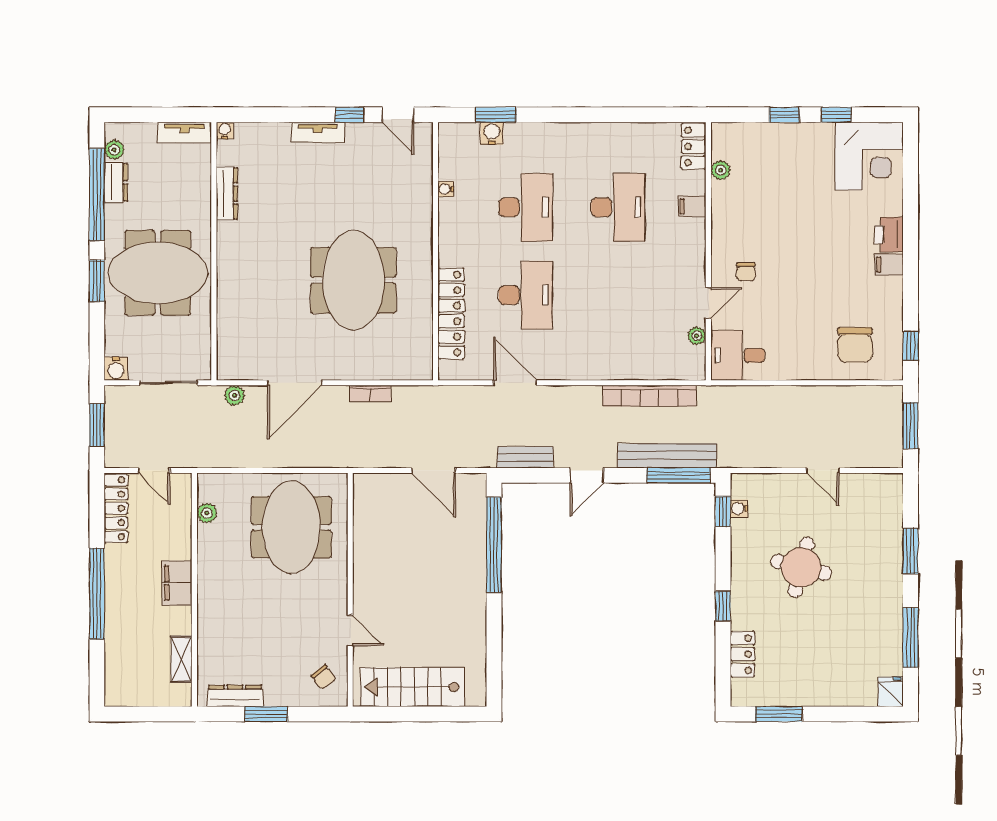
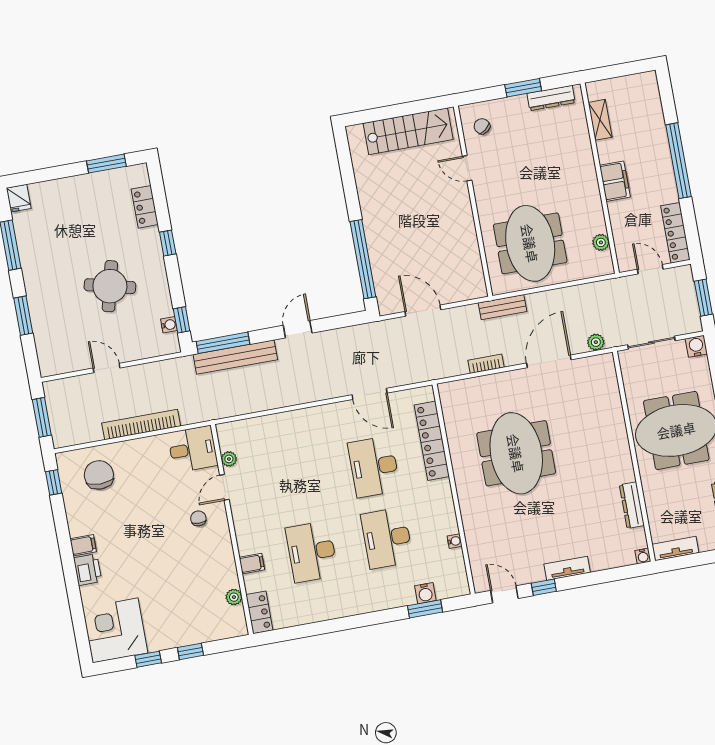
bookcase: (649, 396) -> (141, 424), moved
bench: (525, 457) -> (503, 307), moved

